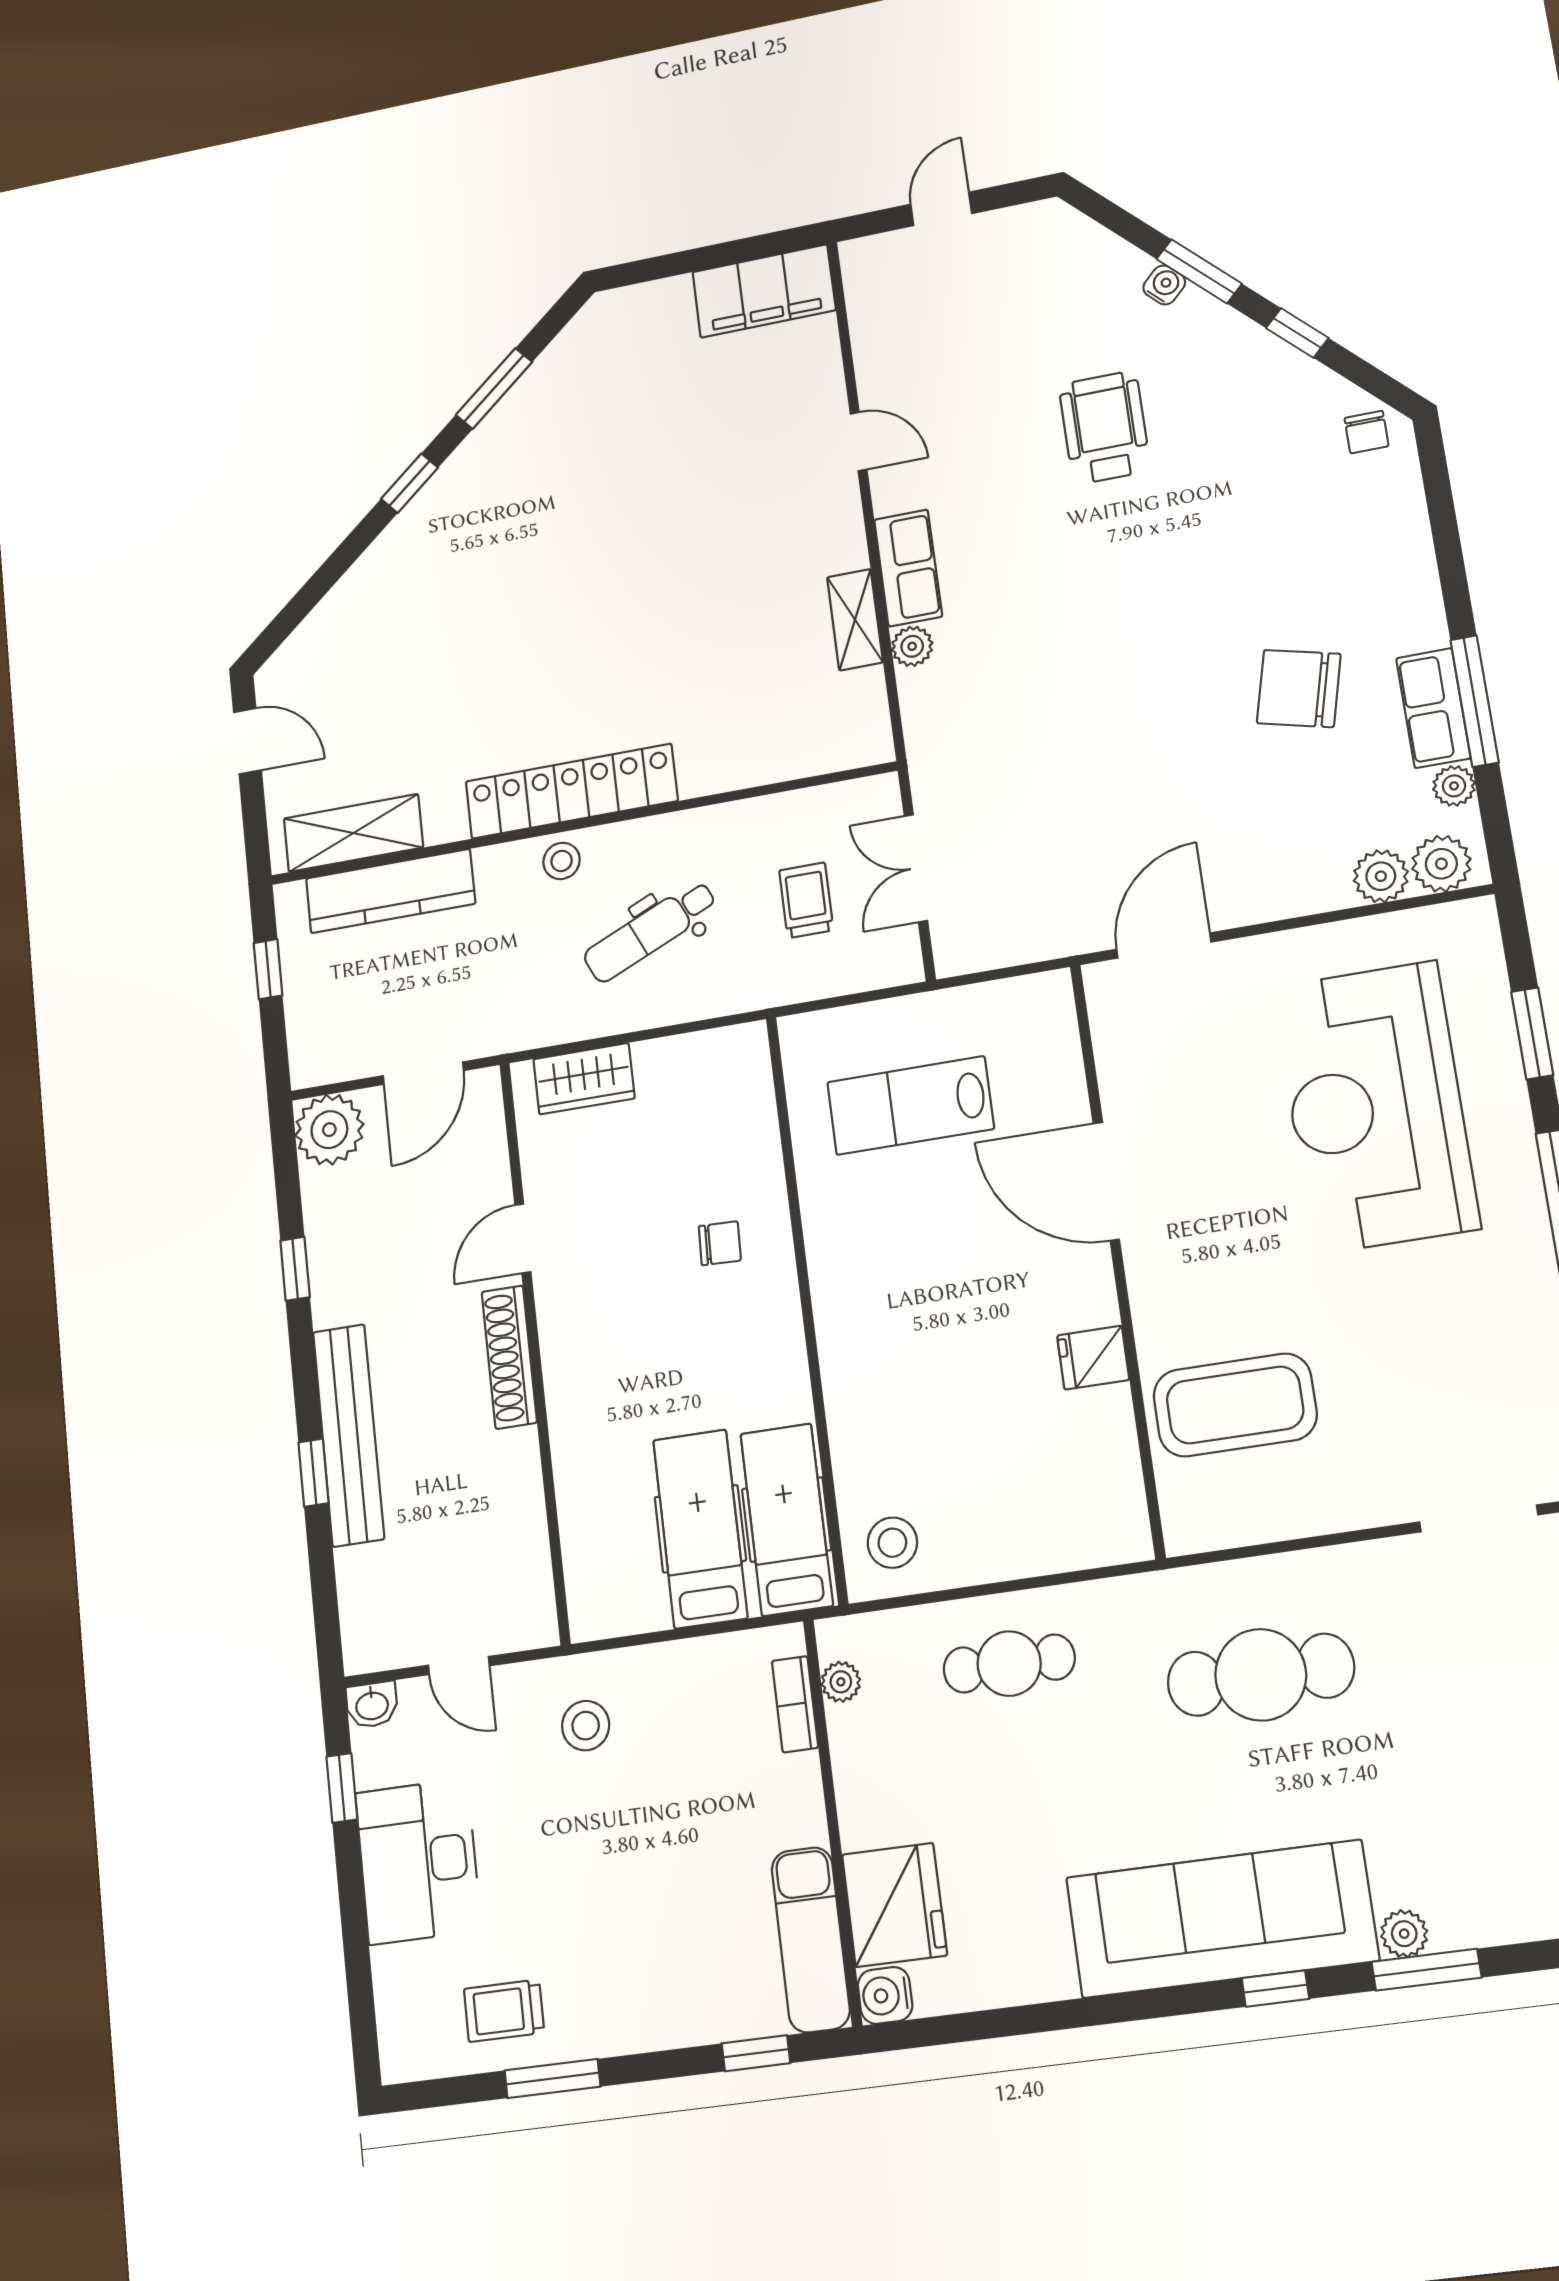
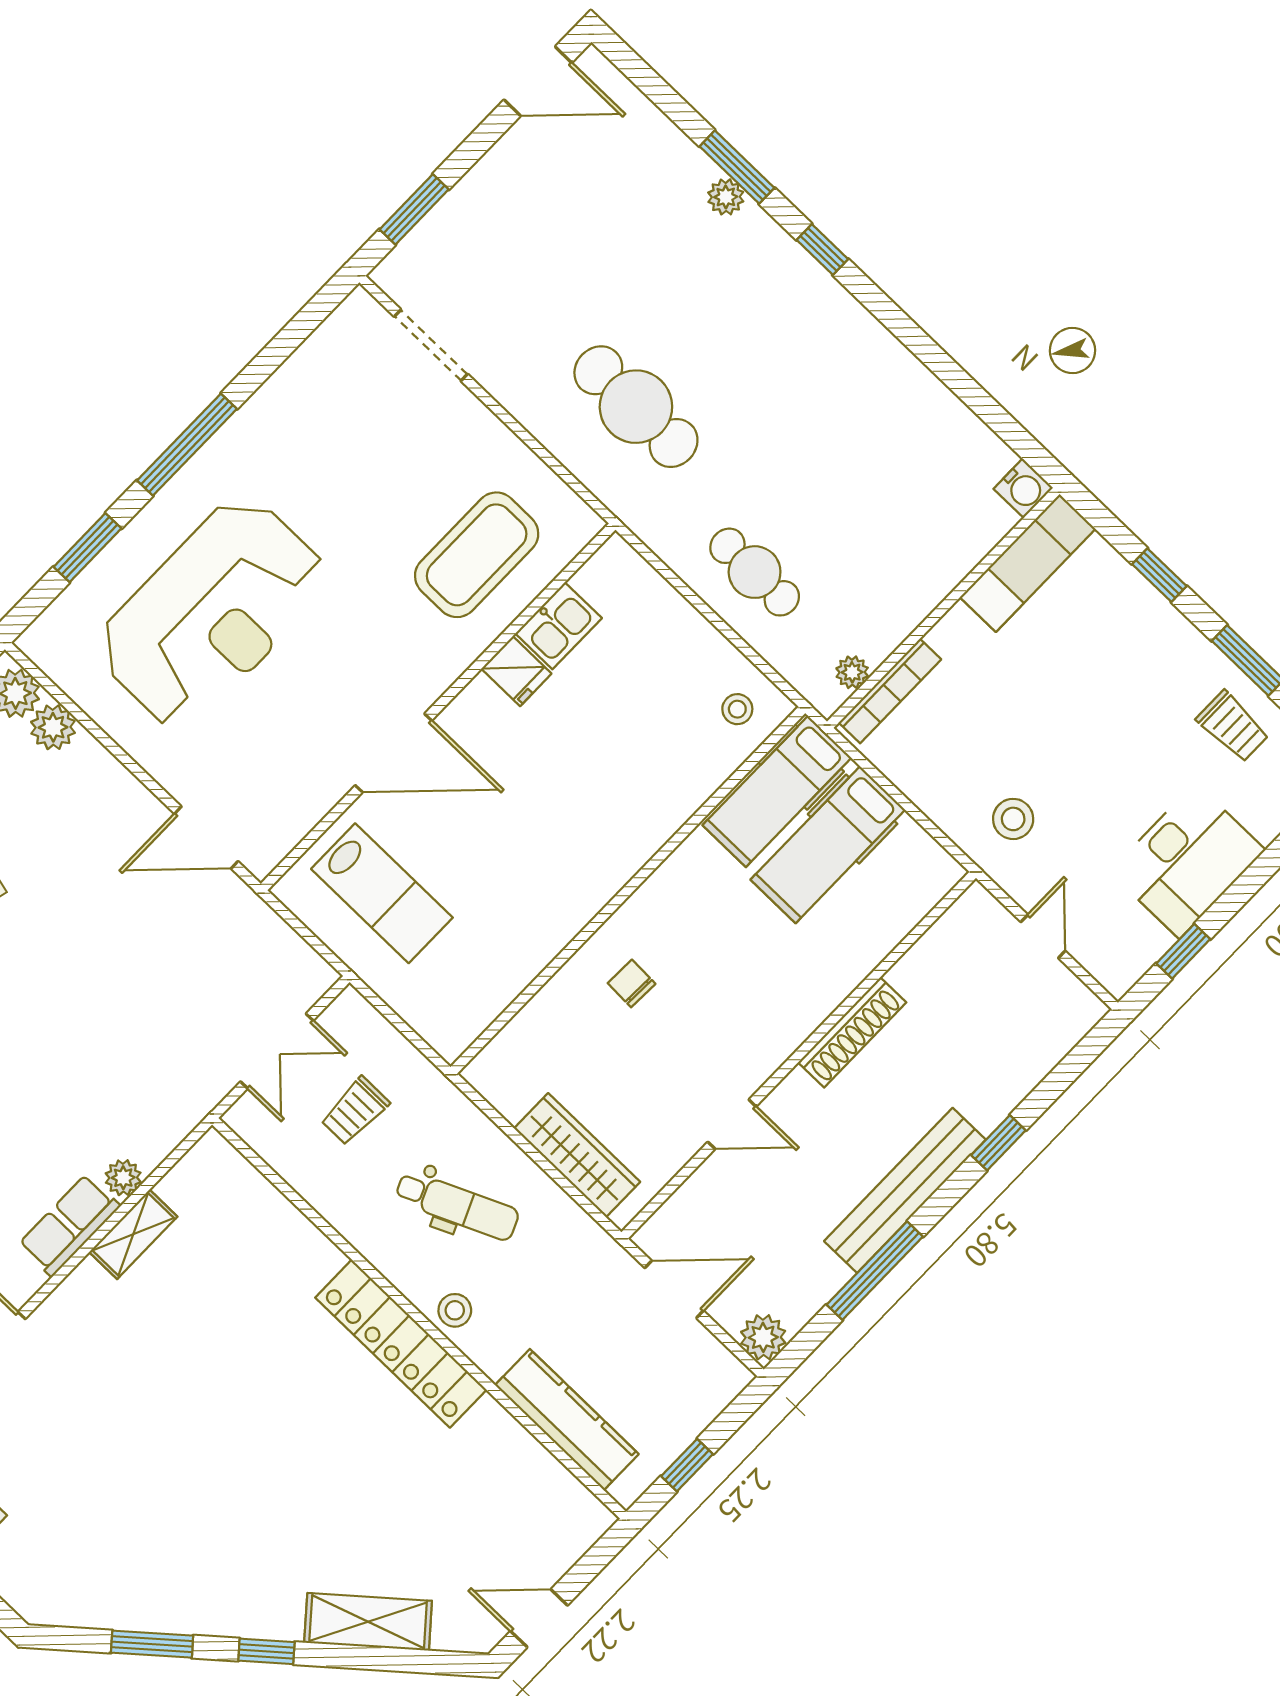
door: (247, 741) -> (539, 1618), hinge flipped
shelving: (353, 833) -> (368, 1622), moved, turned -40
wardrobe: (584, 1079) -> (577, 1155), width x1.50
lab bench: (910, 1105) -> (382, 893), moved
plant: (329, 1130) -> (763, 1337), width x0.73, depth x0.73
door: (1106, 1181) -> (394, 753), hinge flipped
window: (295, 1269) -> (875, 1271), width x2.17
shoe rack: (509, 1357) -> (852, 1032), moved
coffee table: (1235, 1405) -> (477, 555), turned 90
kitchen sink: (1105, 1432) -> (559, 626), added
bench: (349, 1435) -> (905, 1190), moved
stool: (892, 1543) -> (737, 709), width x0.73, depth x0.73
bookcase: (795, 1704) -> (890, 691), width x1.56
washbasin: (372, 1705) -> (1115, 975), removed
fridge: (894, 1905) -> (963, 527), removed
sofa: (1221, 1919) -> (807, 315), removed
window: (756, 2053) -> (1159, 575), moved

